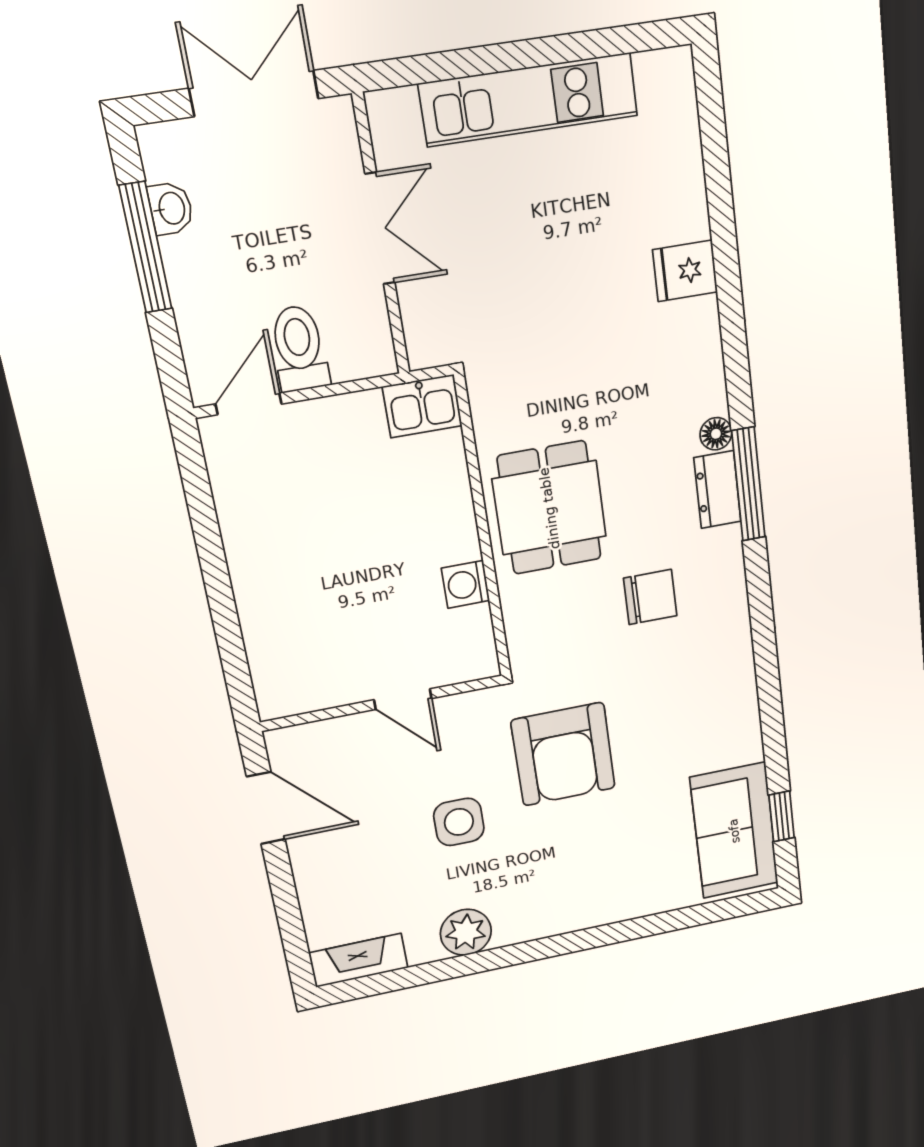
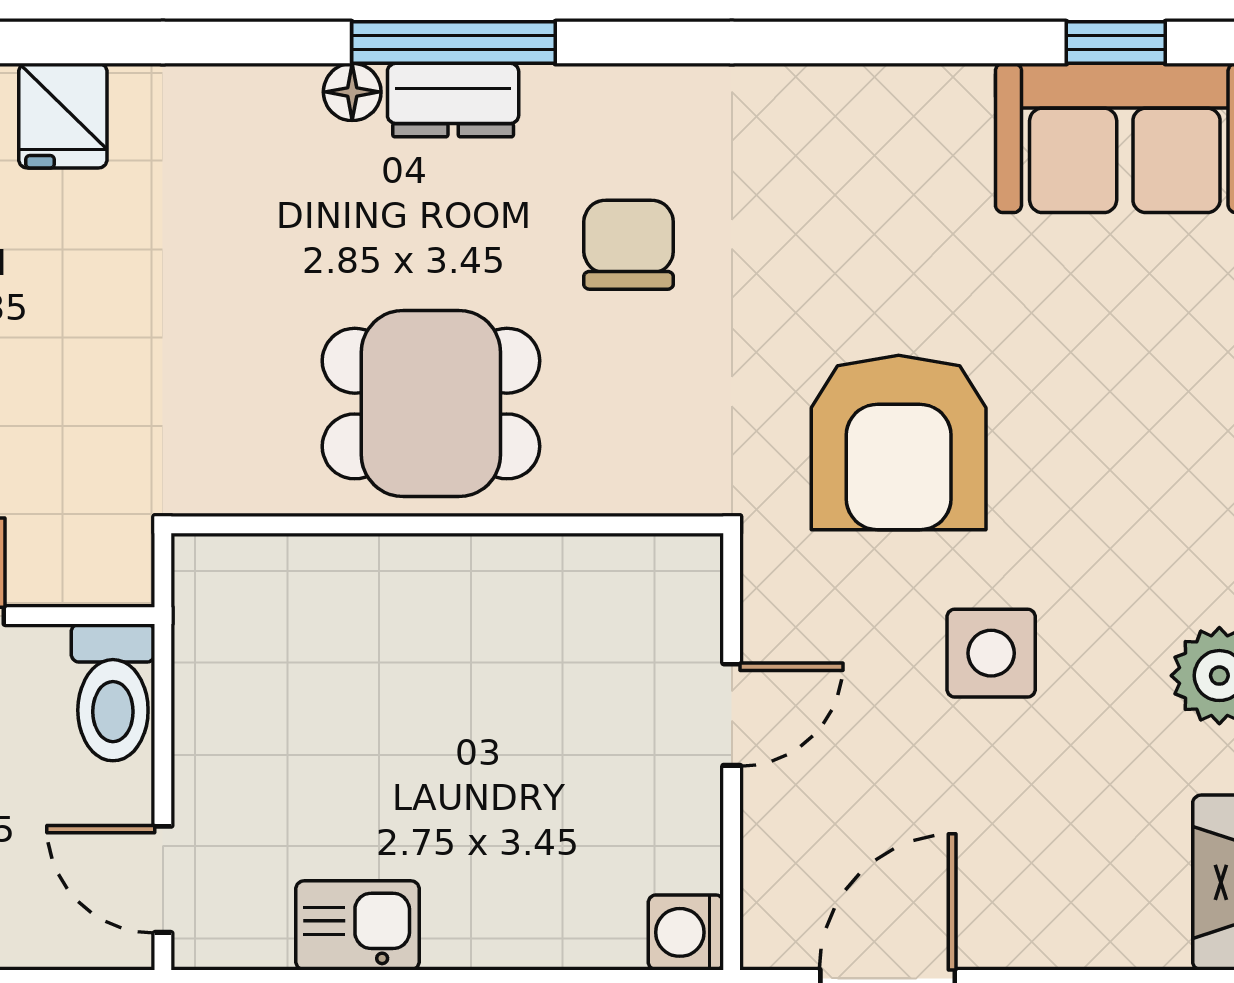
toilet: (299, 348) -> (113, 692), moved, turned -90
kitchen sink: (422, 406) -> (357, 925), moved, turned -90
washing machine: (466, 584) -> (686, 932), moved, turned 90
armchair: (563, 754) -> (899, 443), turned 90

